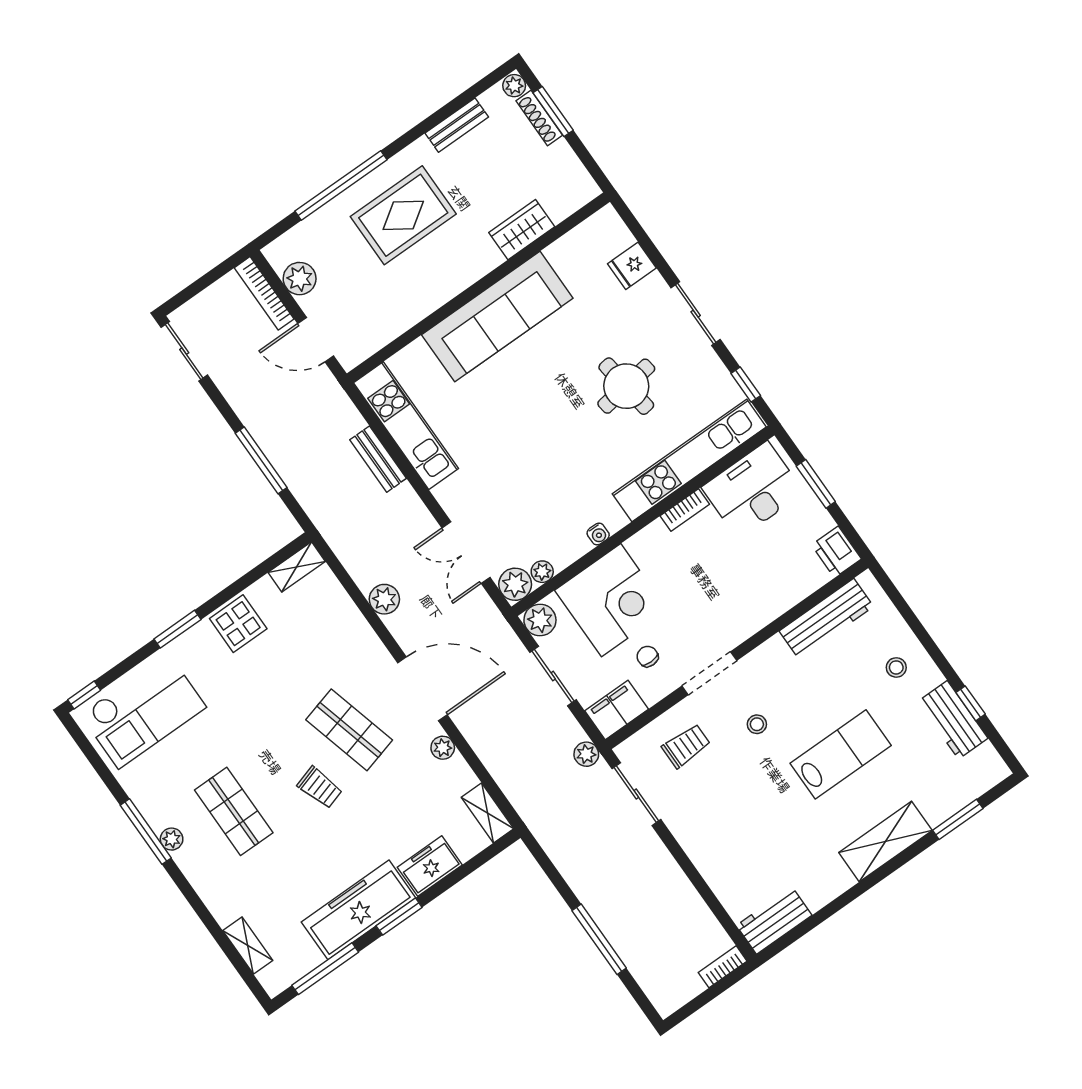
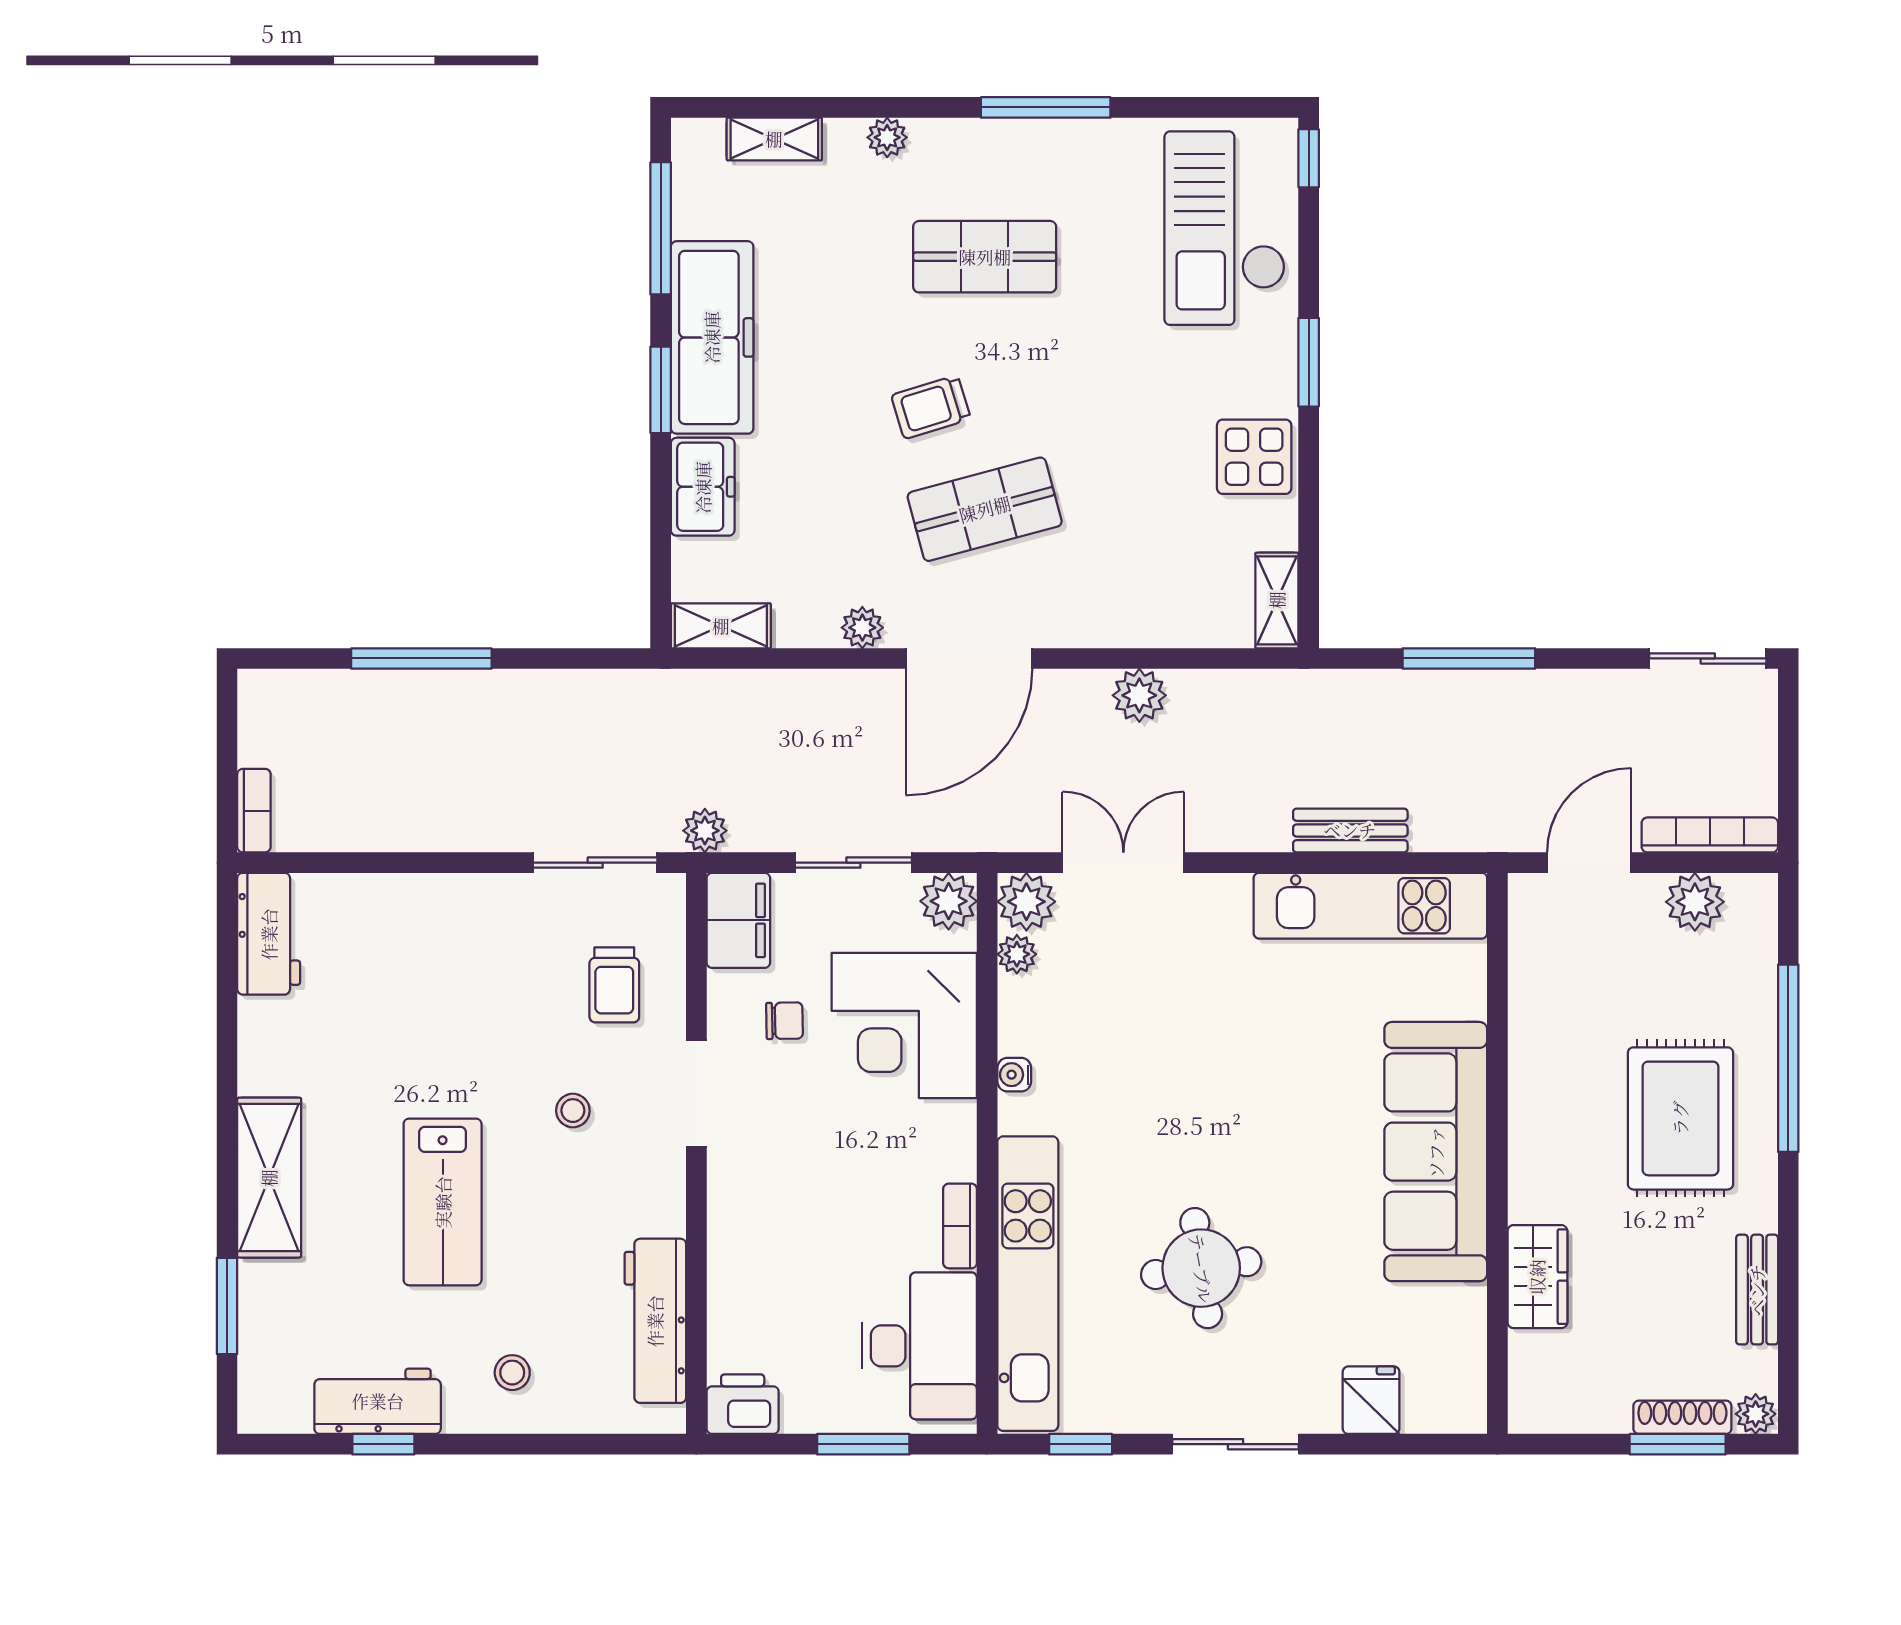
plant: (172, 839) -> (887, 137), moved

